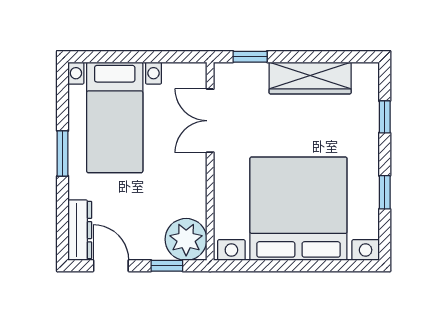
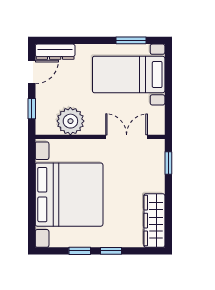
wardrobe: (310, 78) -> (154, 221), moved
window: (385, 117) -> (111, 251), moved
window: (63, 153) -> (131, 40), moved
plant: (186, 239) -> (70, 121), moved

